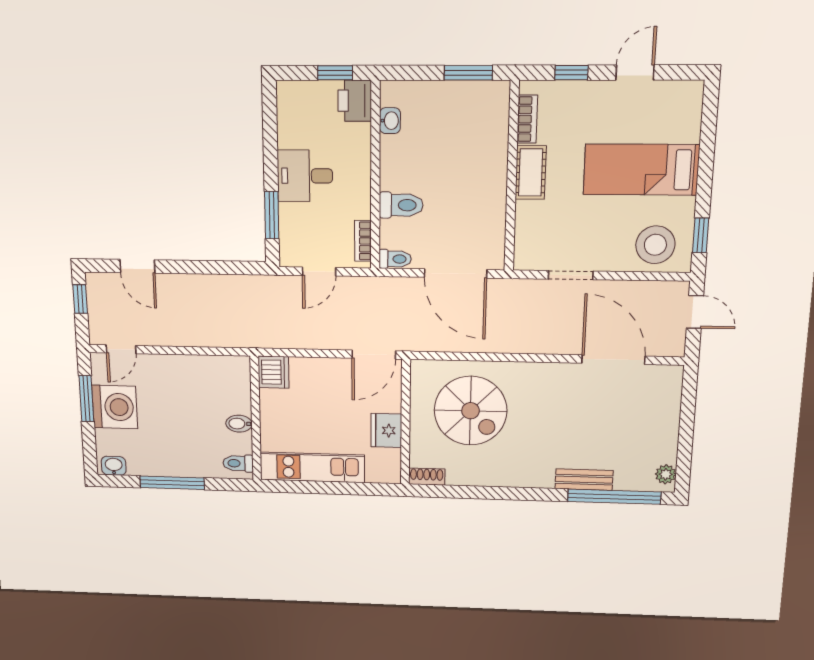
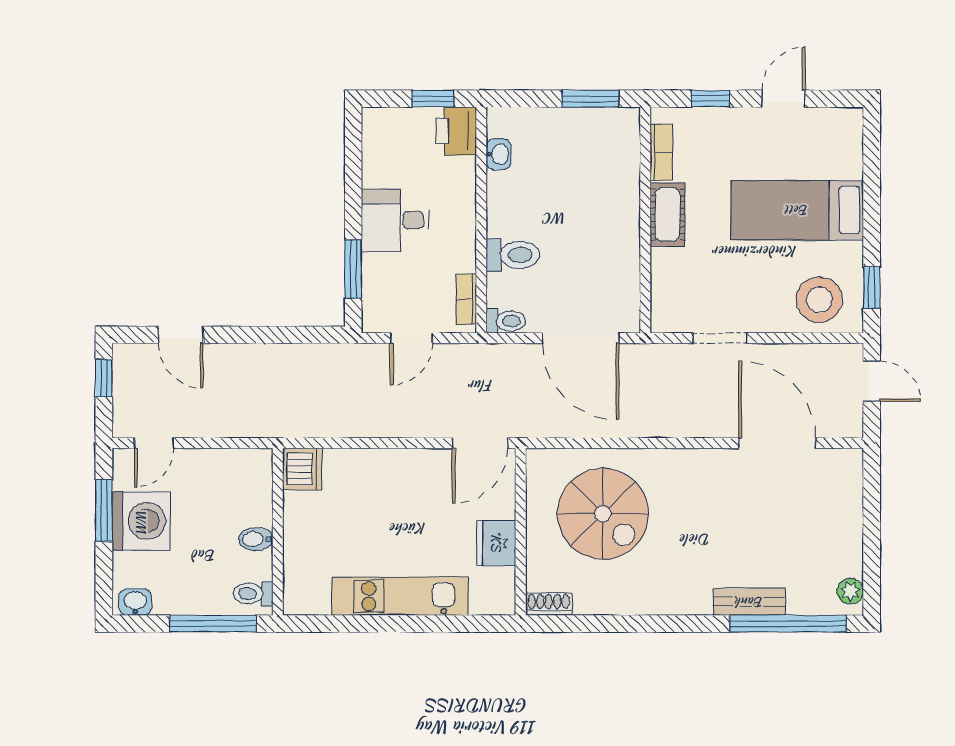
dishwasher: (273, 372) -> (302, 469), moved
wall: (256, 419) -> (278, 532), moved
bidet: (239, 424) -> (256, 539), moved
toilet: (238, 463) -> (253, 594), moved

